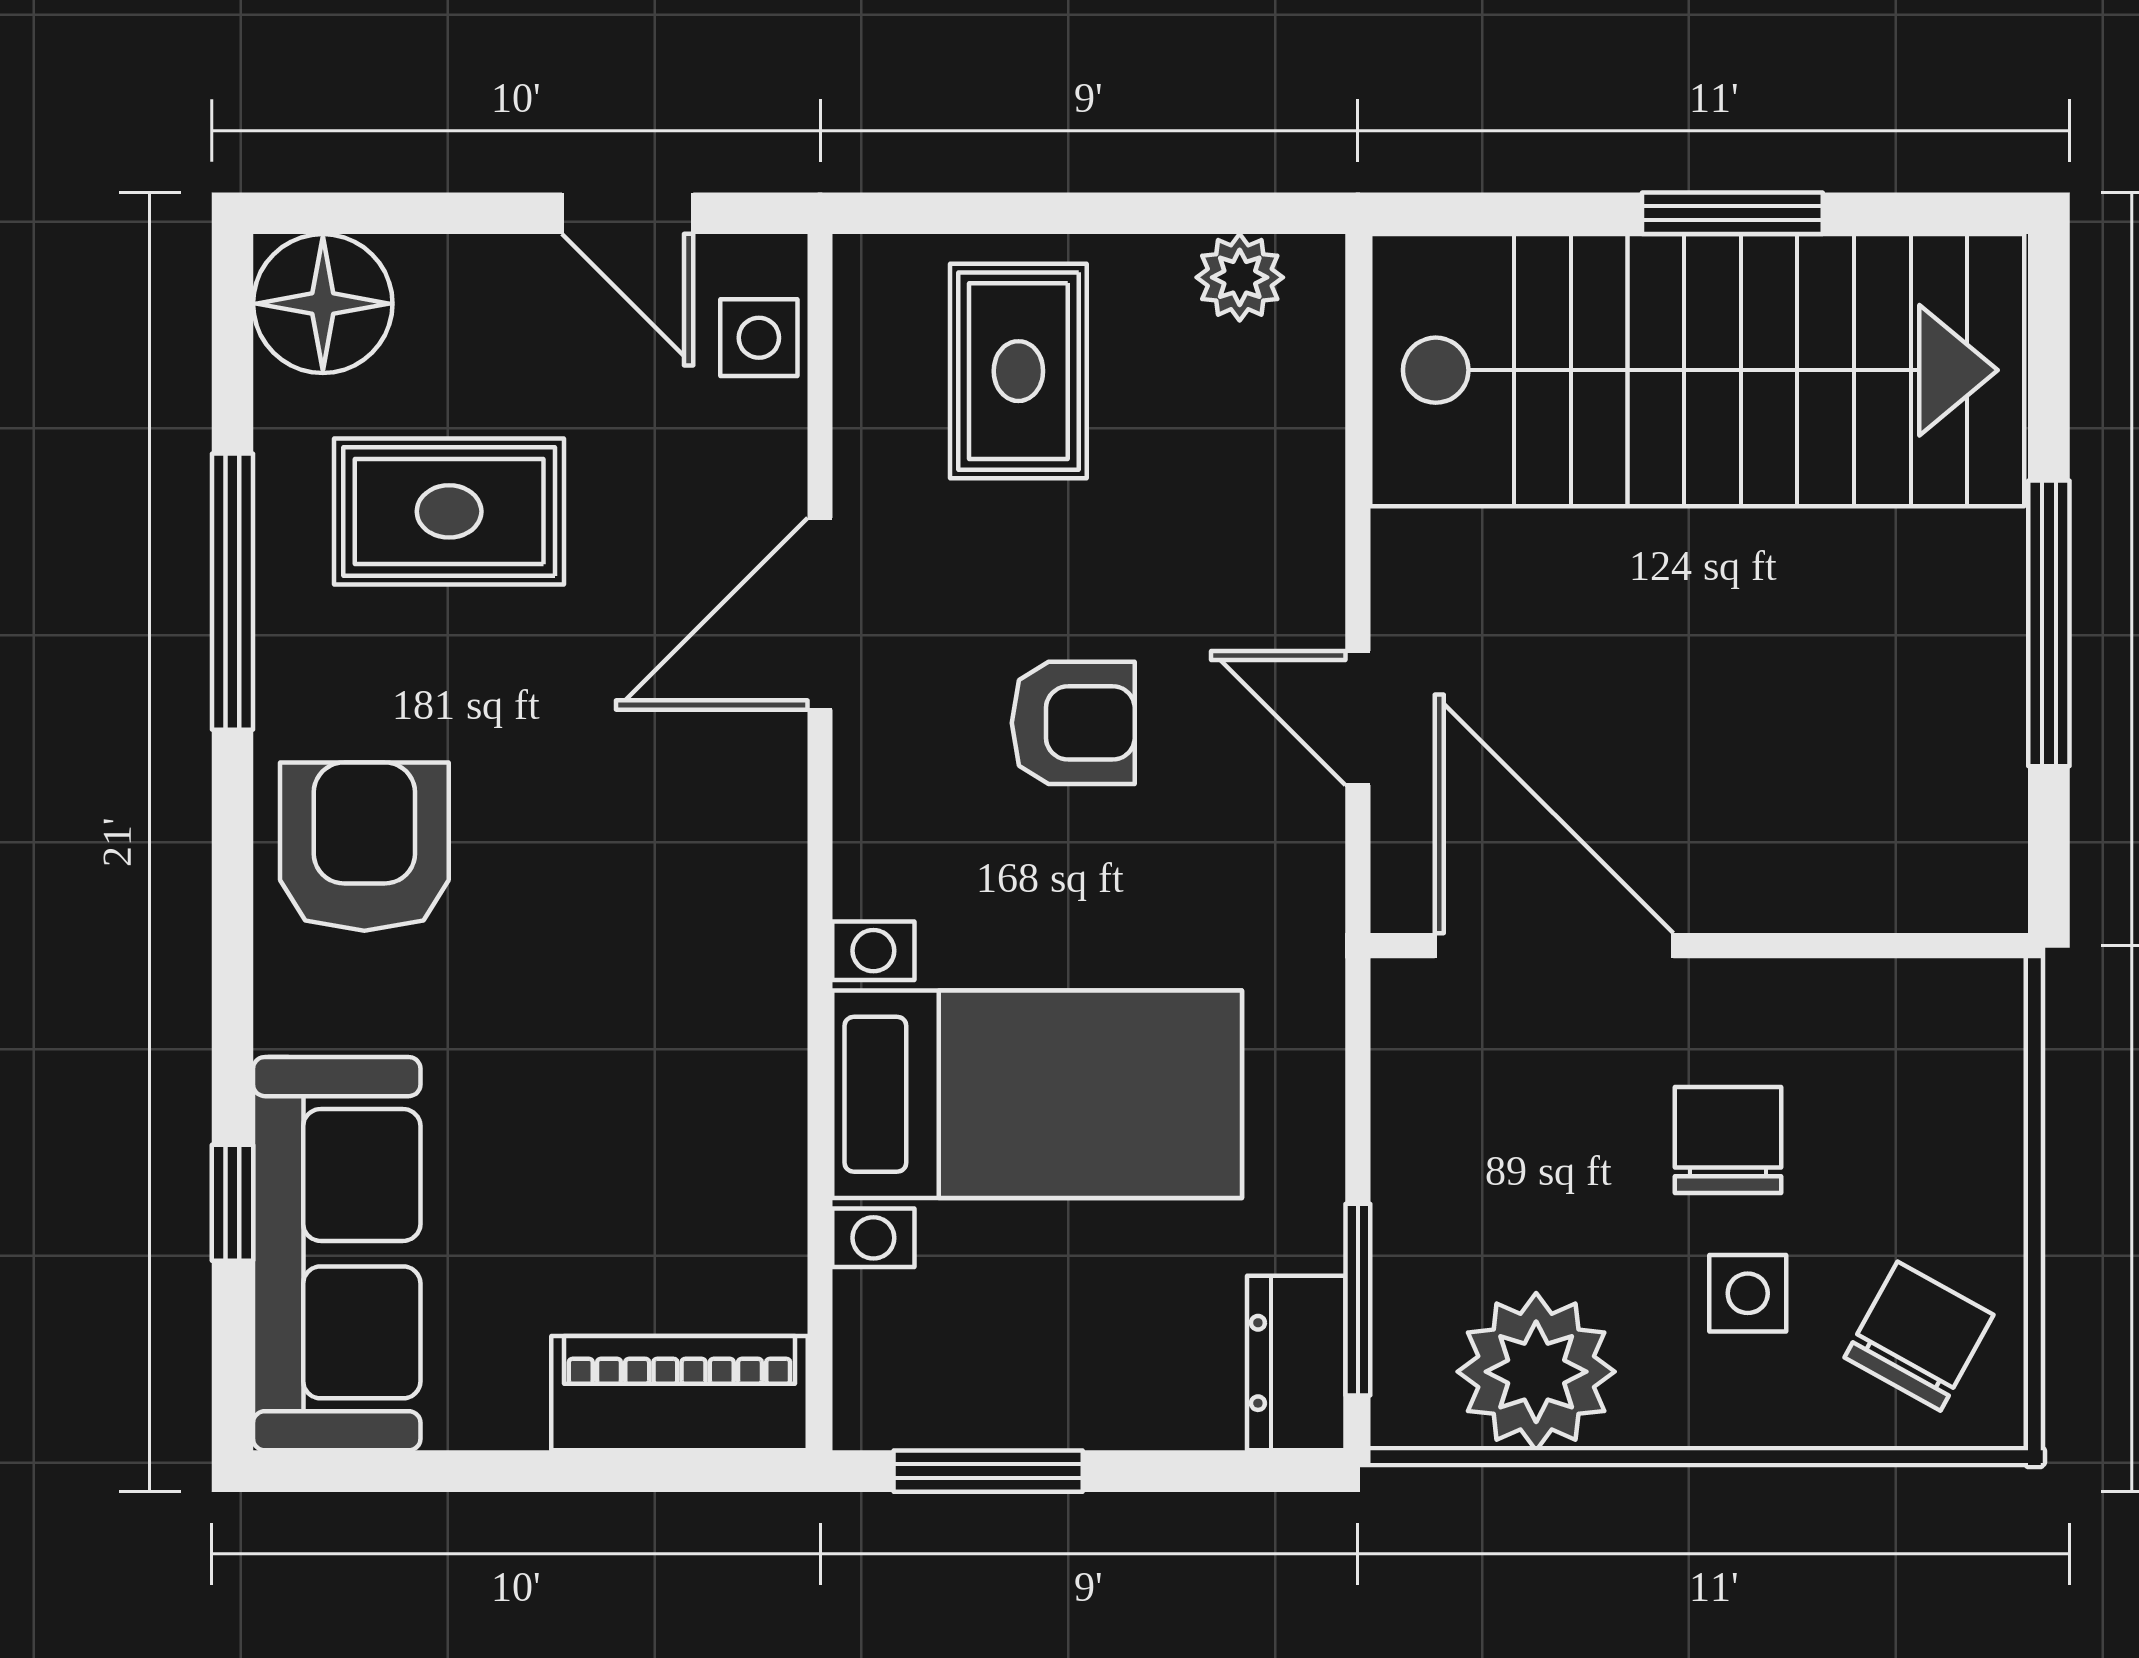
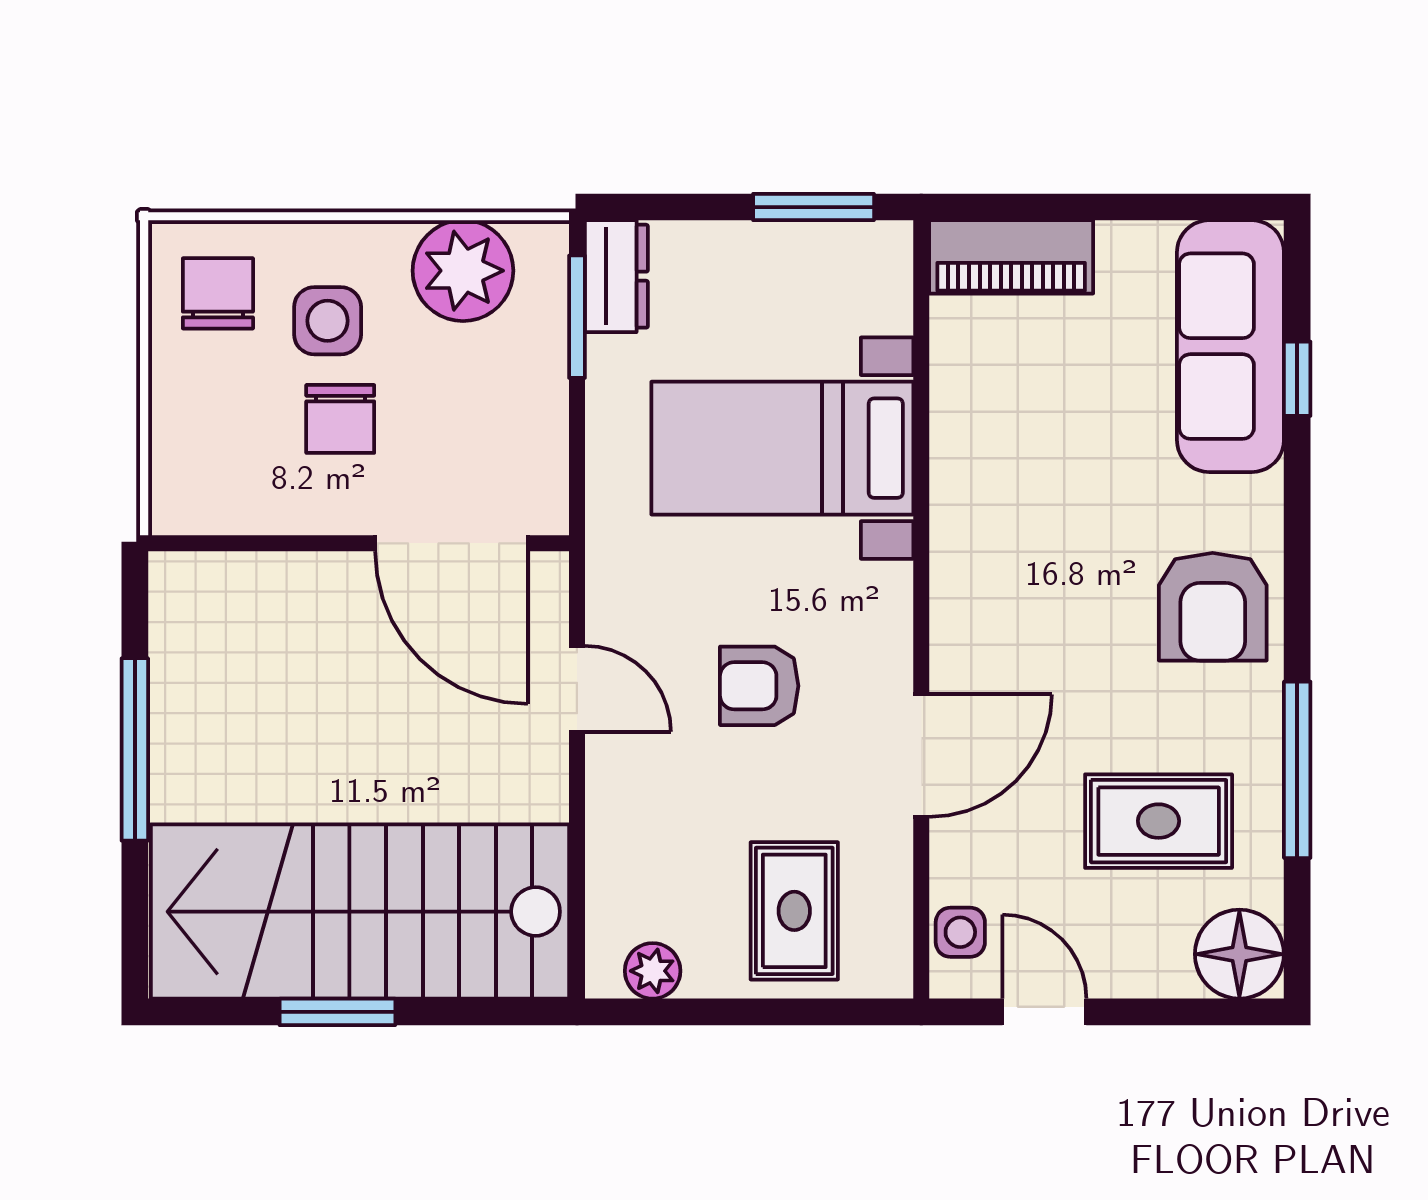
side table: (1748, 1293) -> (328, 321), width x1.37, depth x1.37
chair: (1919, 1336) -> (218, 293), turned 151

